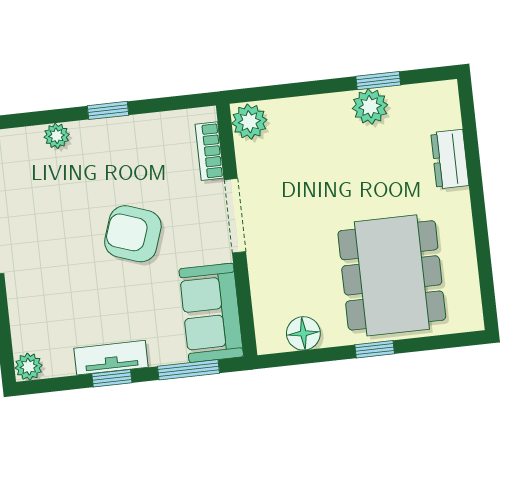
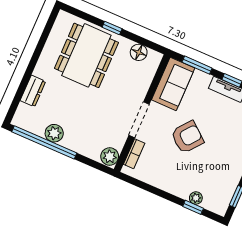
window: (378, 81) -> (44, 142), width x3.17
window: (108, 110) -> (193, 207), moved
armchair: (133, 234) -> (187, 137), turned -70

